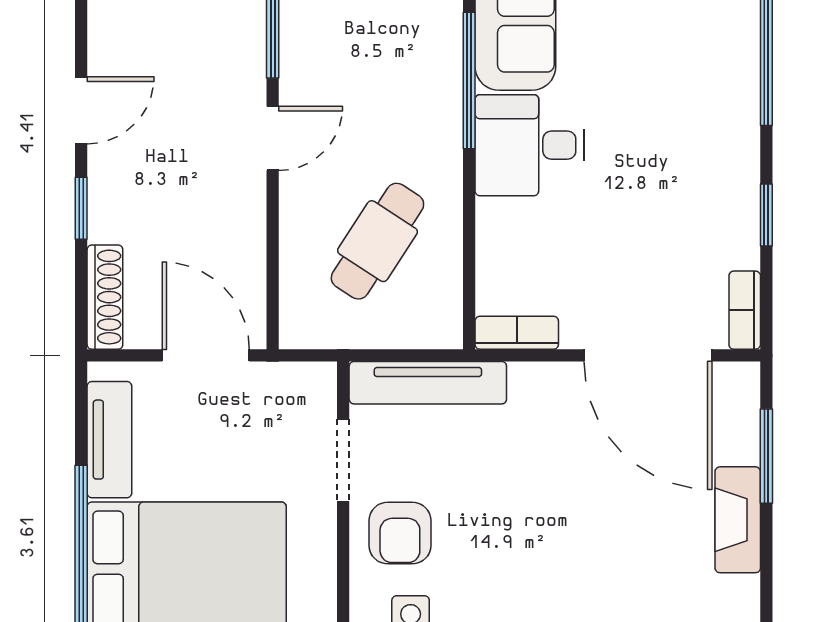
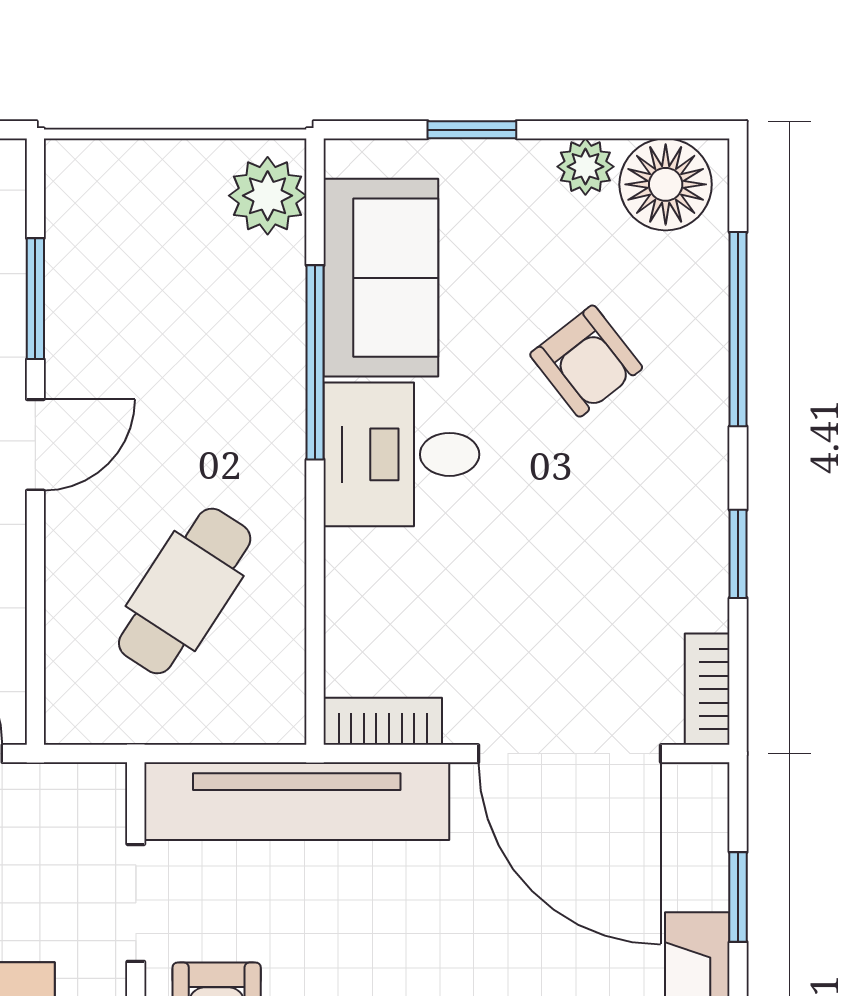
armchair: (660, 80) -> (586, 361), added
tv unit: (428, 383) -> (297, 801), width x1.36, depth x1.29
window: (766, 456) -> (738, 897), width x0.67

